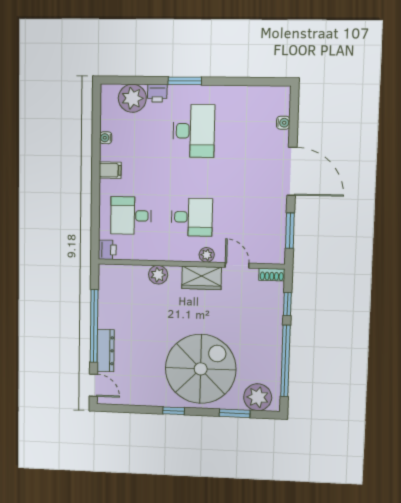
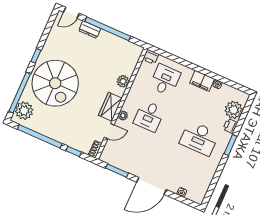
filing cabinet: (110, 170) -> (202, 81), width x2.00
dresser: (106, 351) -> (90, 30), width x0.70
window: (235, 413) -> (20, 93), width x2.11

